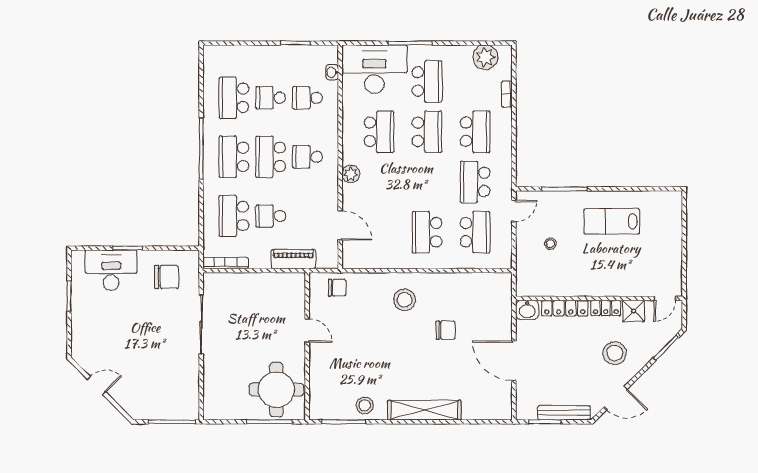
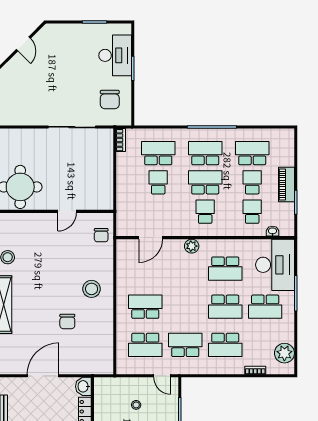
piano: (293, 259) -> (287, 185), moved, turned 180
bookcase: (226, 263) -> (121, 140), width x0.64

